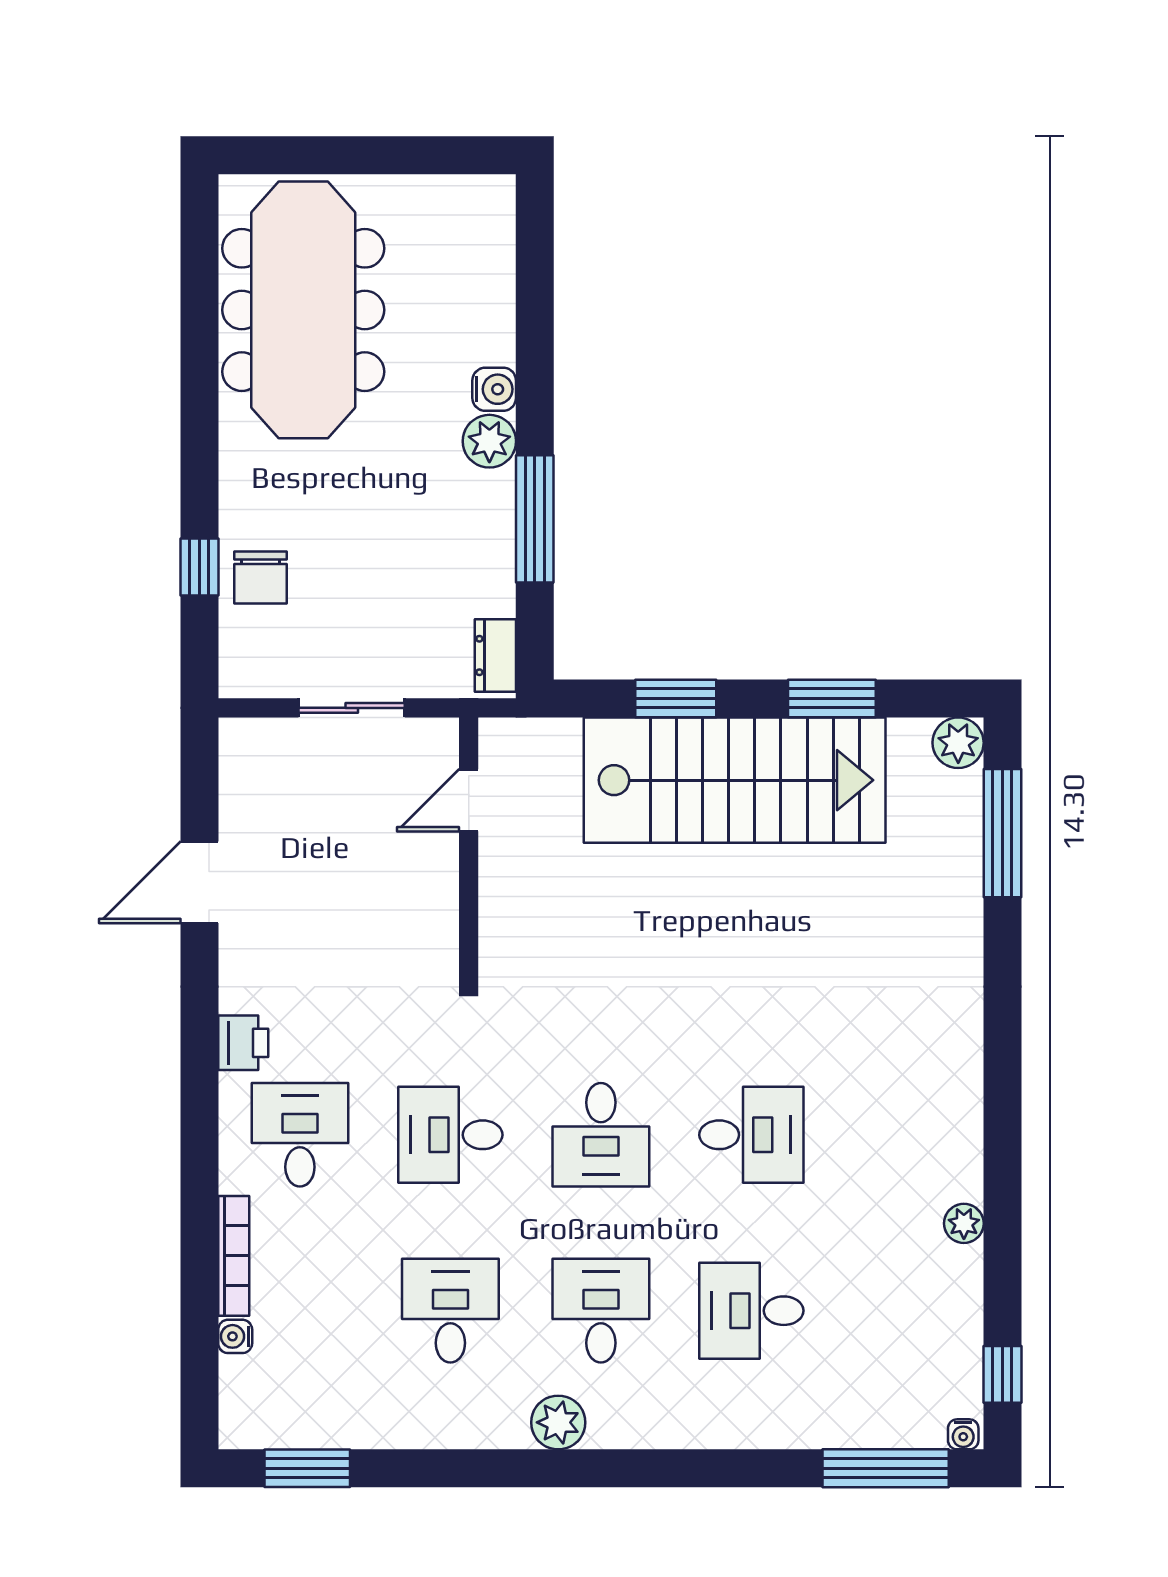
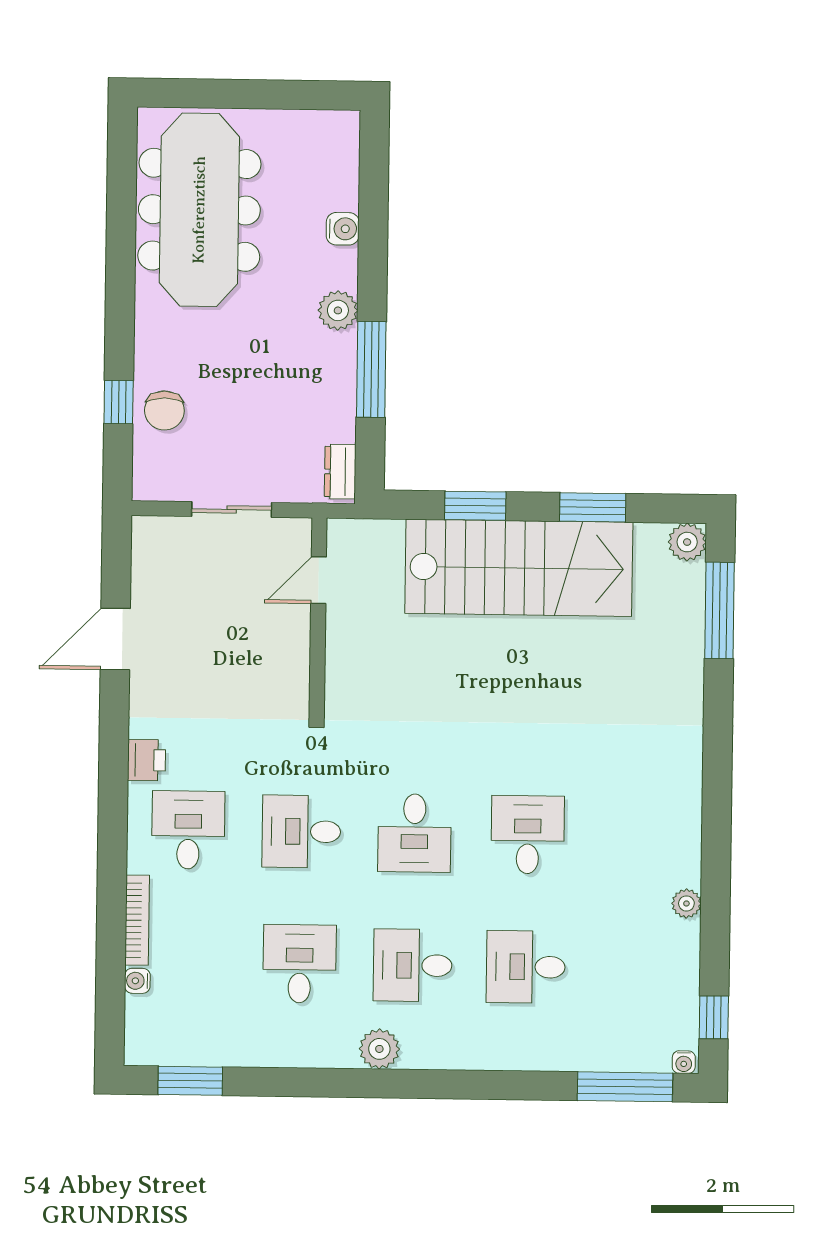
water cooler: (494, 389) -> (343, 229), moved
desk: (751, 1135) -> (528, 835), turned -90
desk: (601, 1311) -> (413, 965), turned -90

